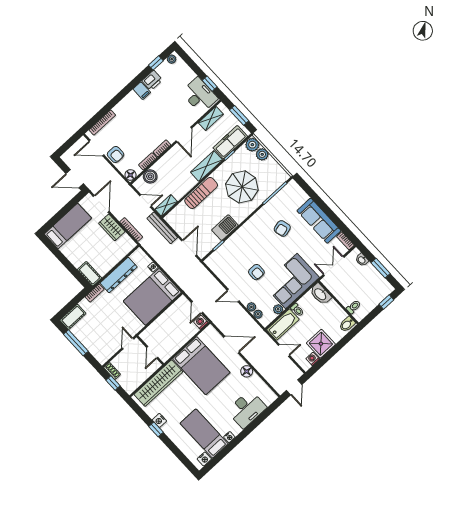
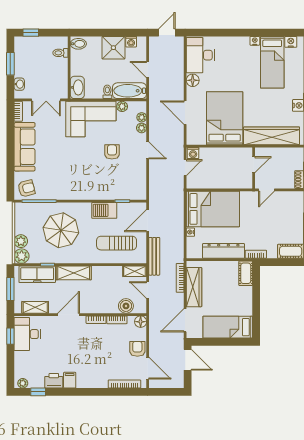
sun lounger: (201, 193) -> (117, 243), moved
wardrobe: (112, 227) -> (194, 287), width x1.50
armchair: (282, 228) -> (26, 188), moved
desk: (247, 409) -> (200, 55), moved, turned -90

